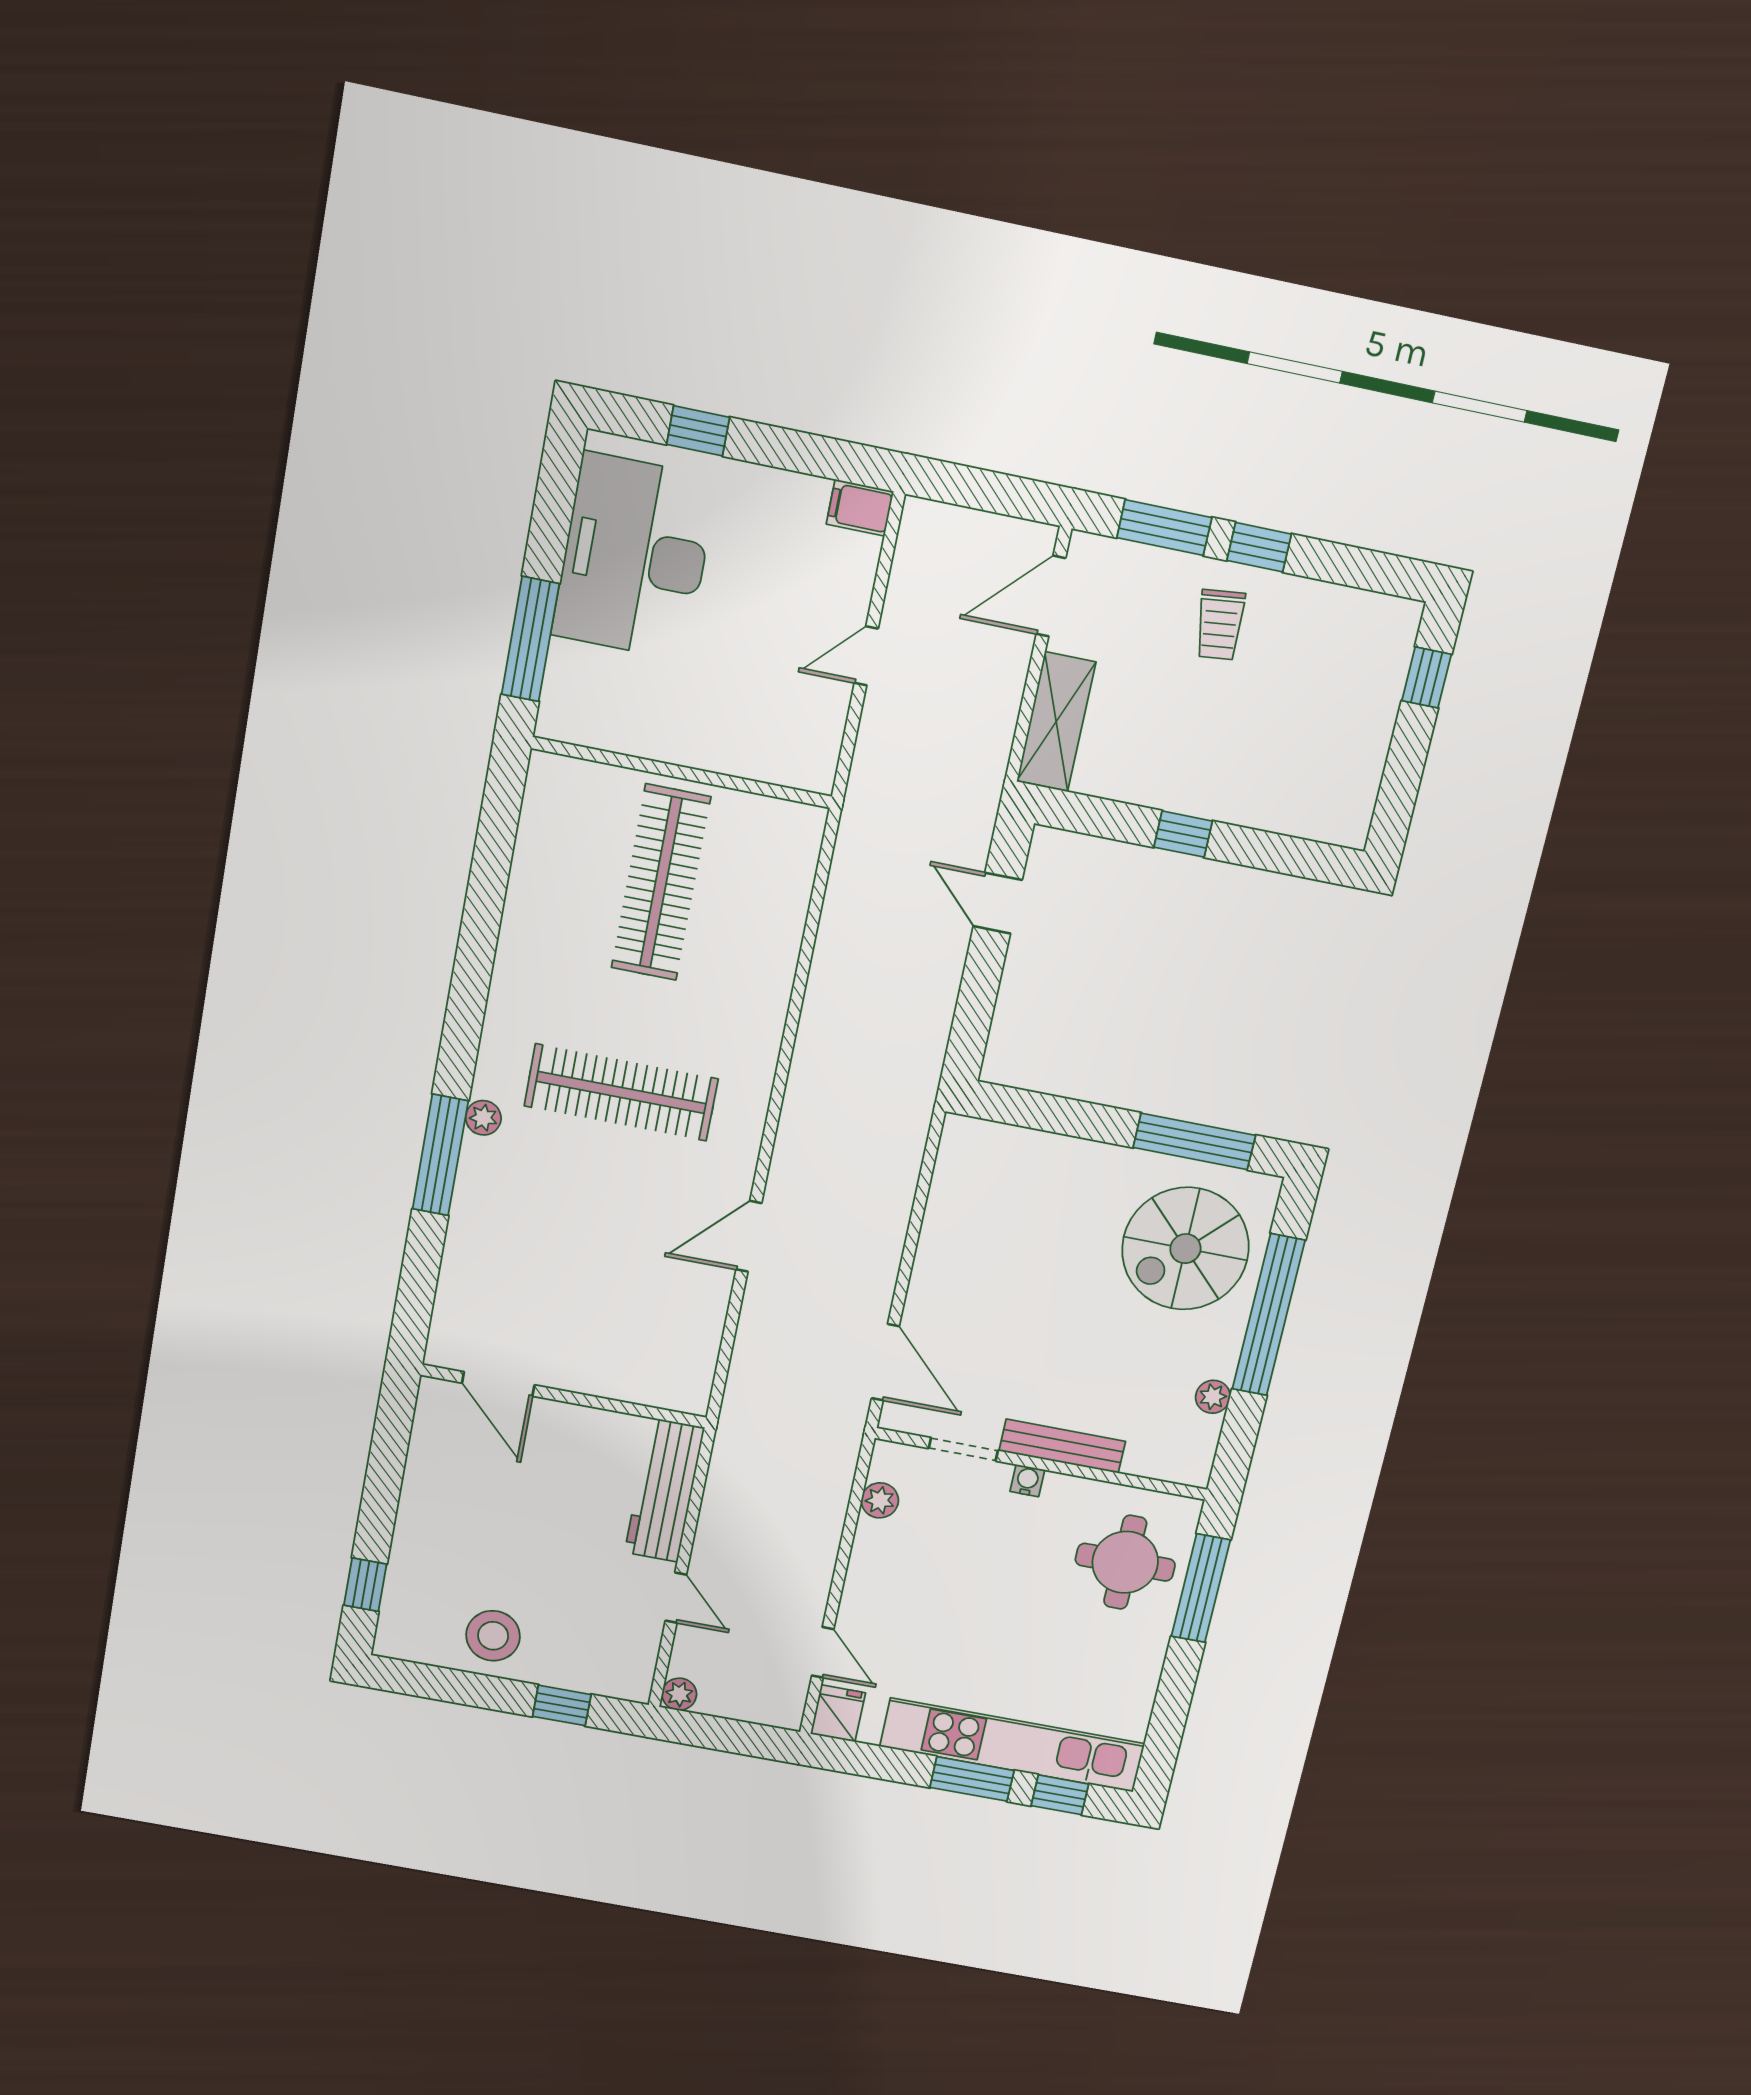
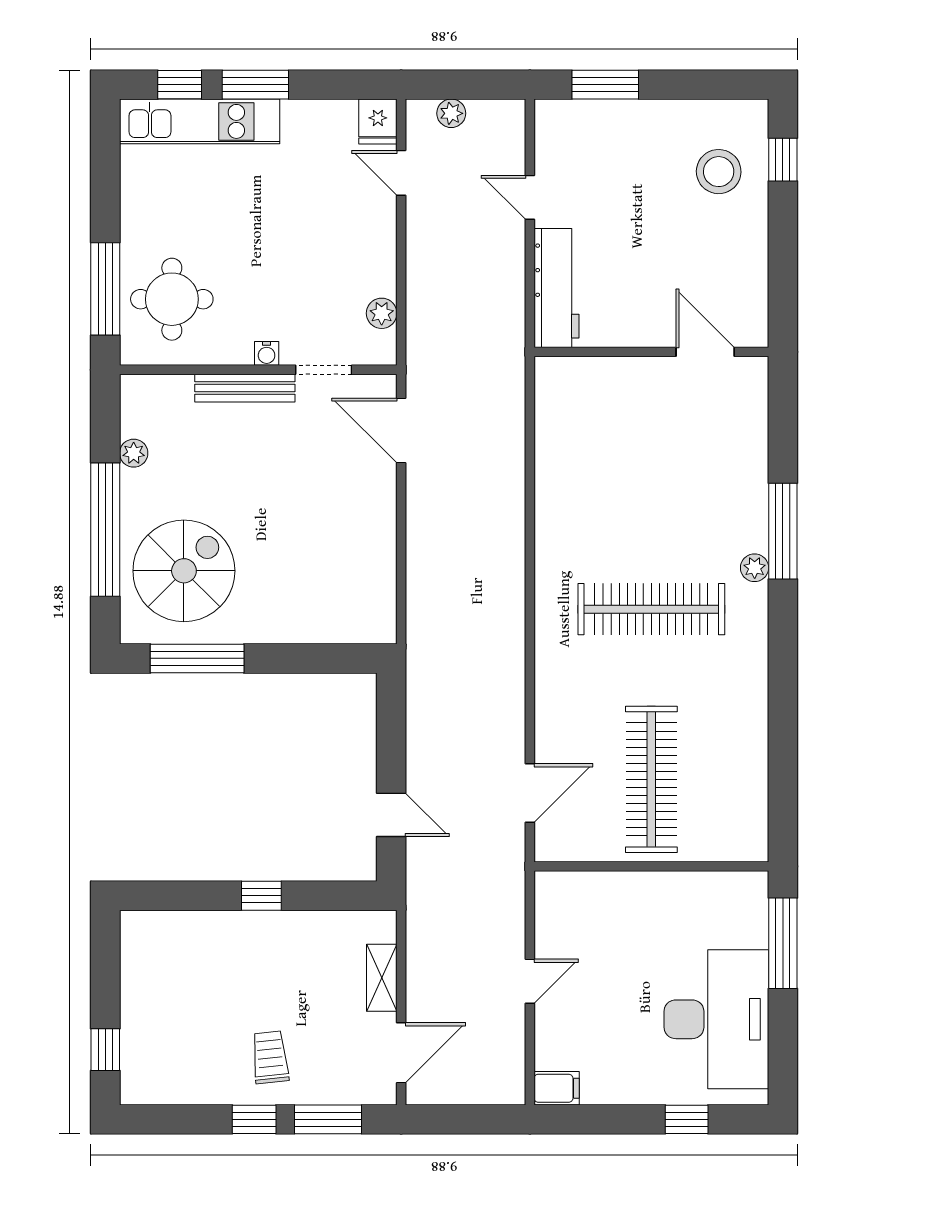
shelving: (1056, 722) -> (382, 978), width x0.67, depth x0.75
door: (749, 1236) -> (530, 793), moved
stool: (493, 1636) -> (719, 172), moved
plant: (679, 1694) -> (451, 113), moved
window: (562, 1705) -> (605, 85), width x1.50
kitchen unit: (1012, 1745) -> (200, 121), width x0.73

